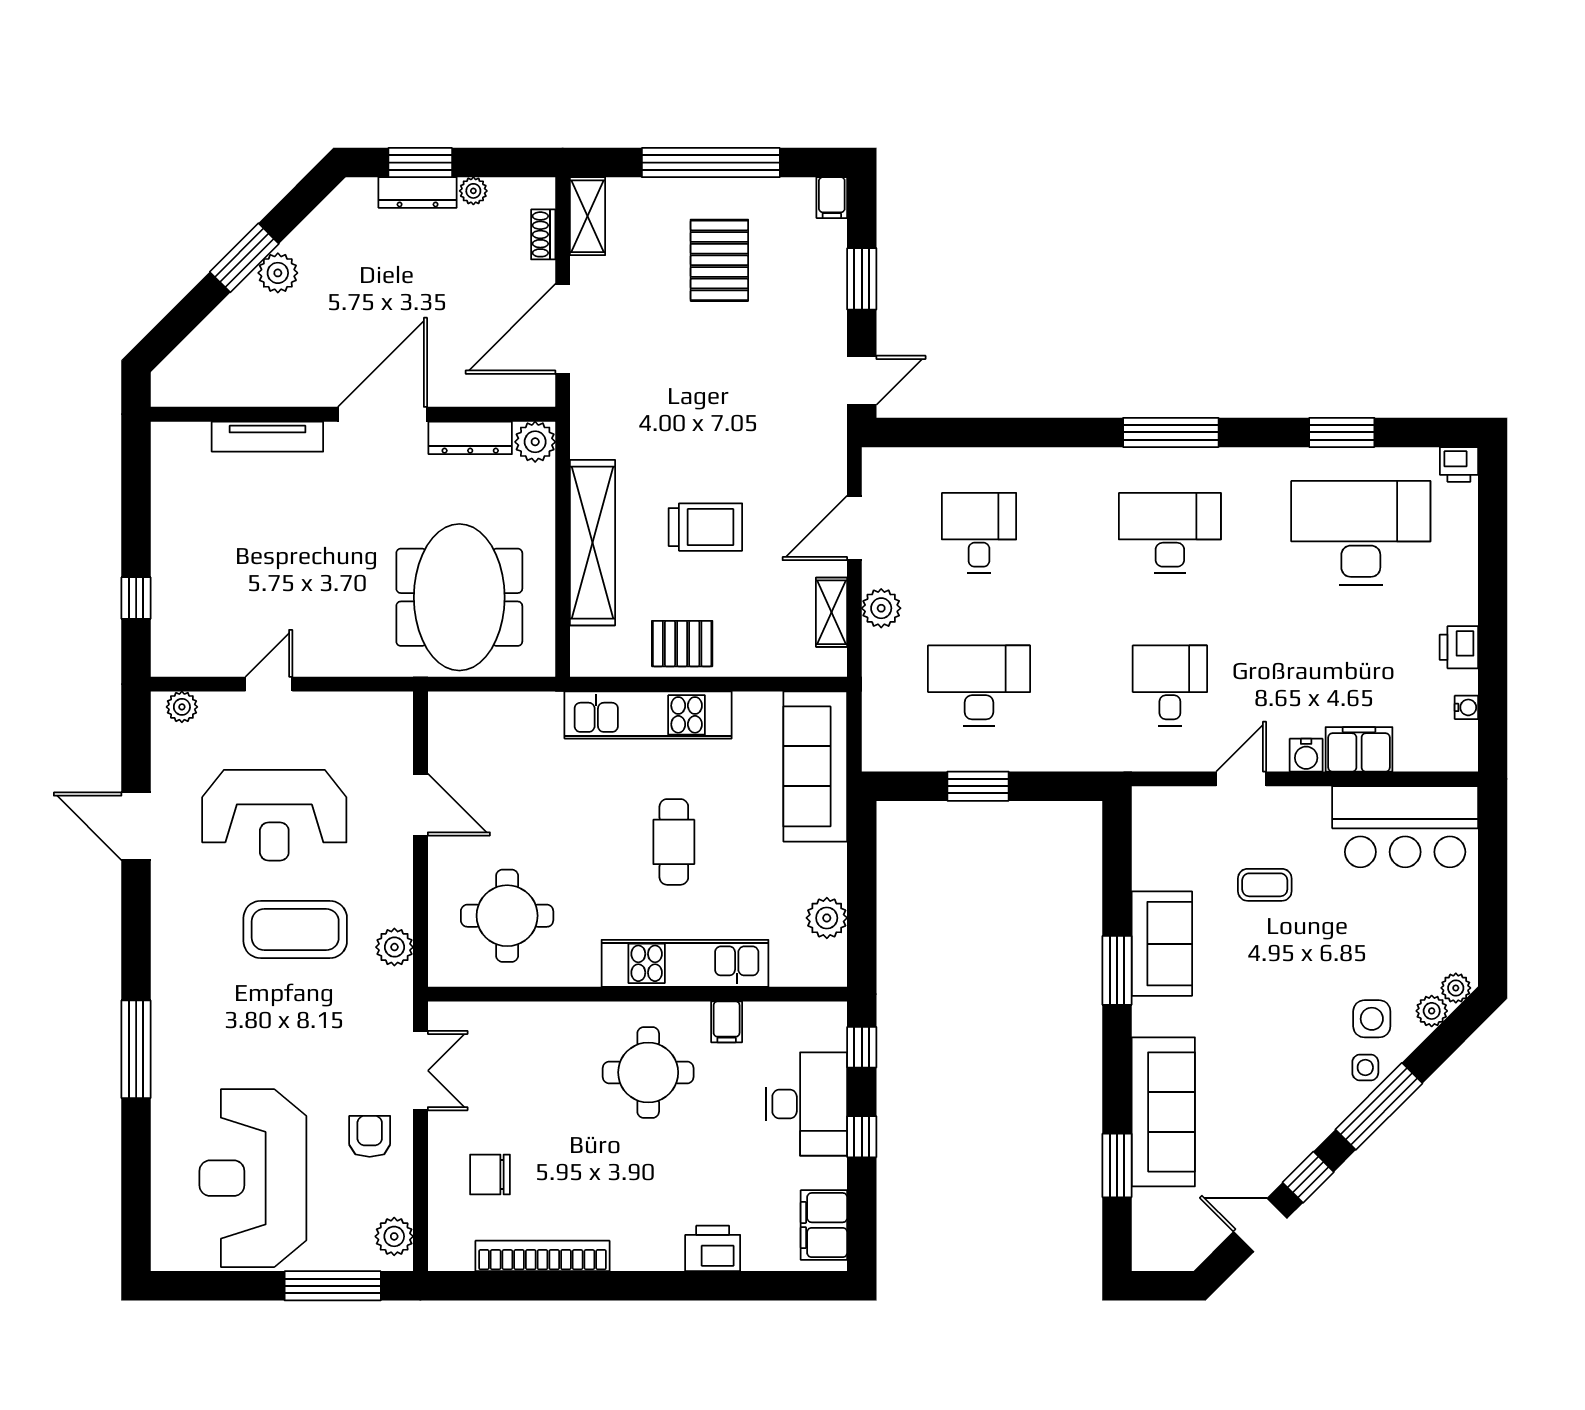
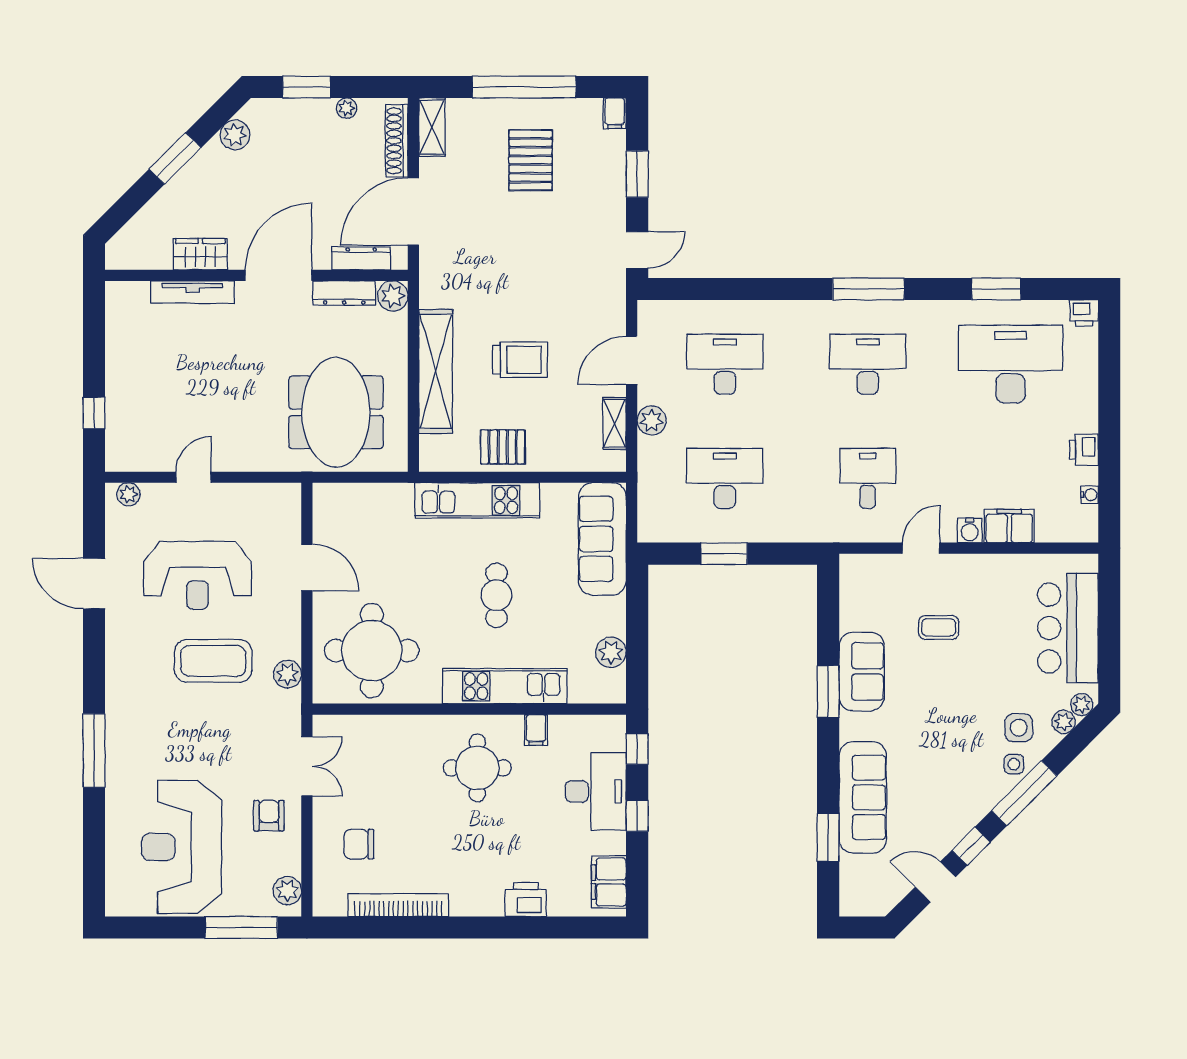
dresser: (418, 192) -> (361, 258), moved, turned 180
shoe rack: (543, 234) -> (397, 141), width x1.94, depth x1.24
plant: (278, 273) -> (235, 135), moved
wardrobe: (278, 386) -> (200, 254), added
desk: (979, 533) -> (725, 364), width x1.37
bar counter: (1405, 827) -> (1068, 628), moved, turned 90
round table: (507, 916) -> (372, 651), width x1.36, depth x1.36

